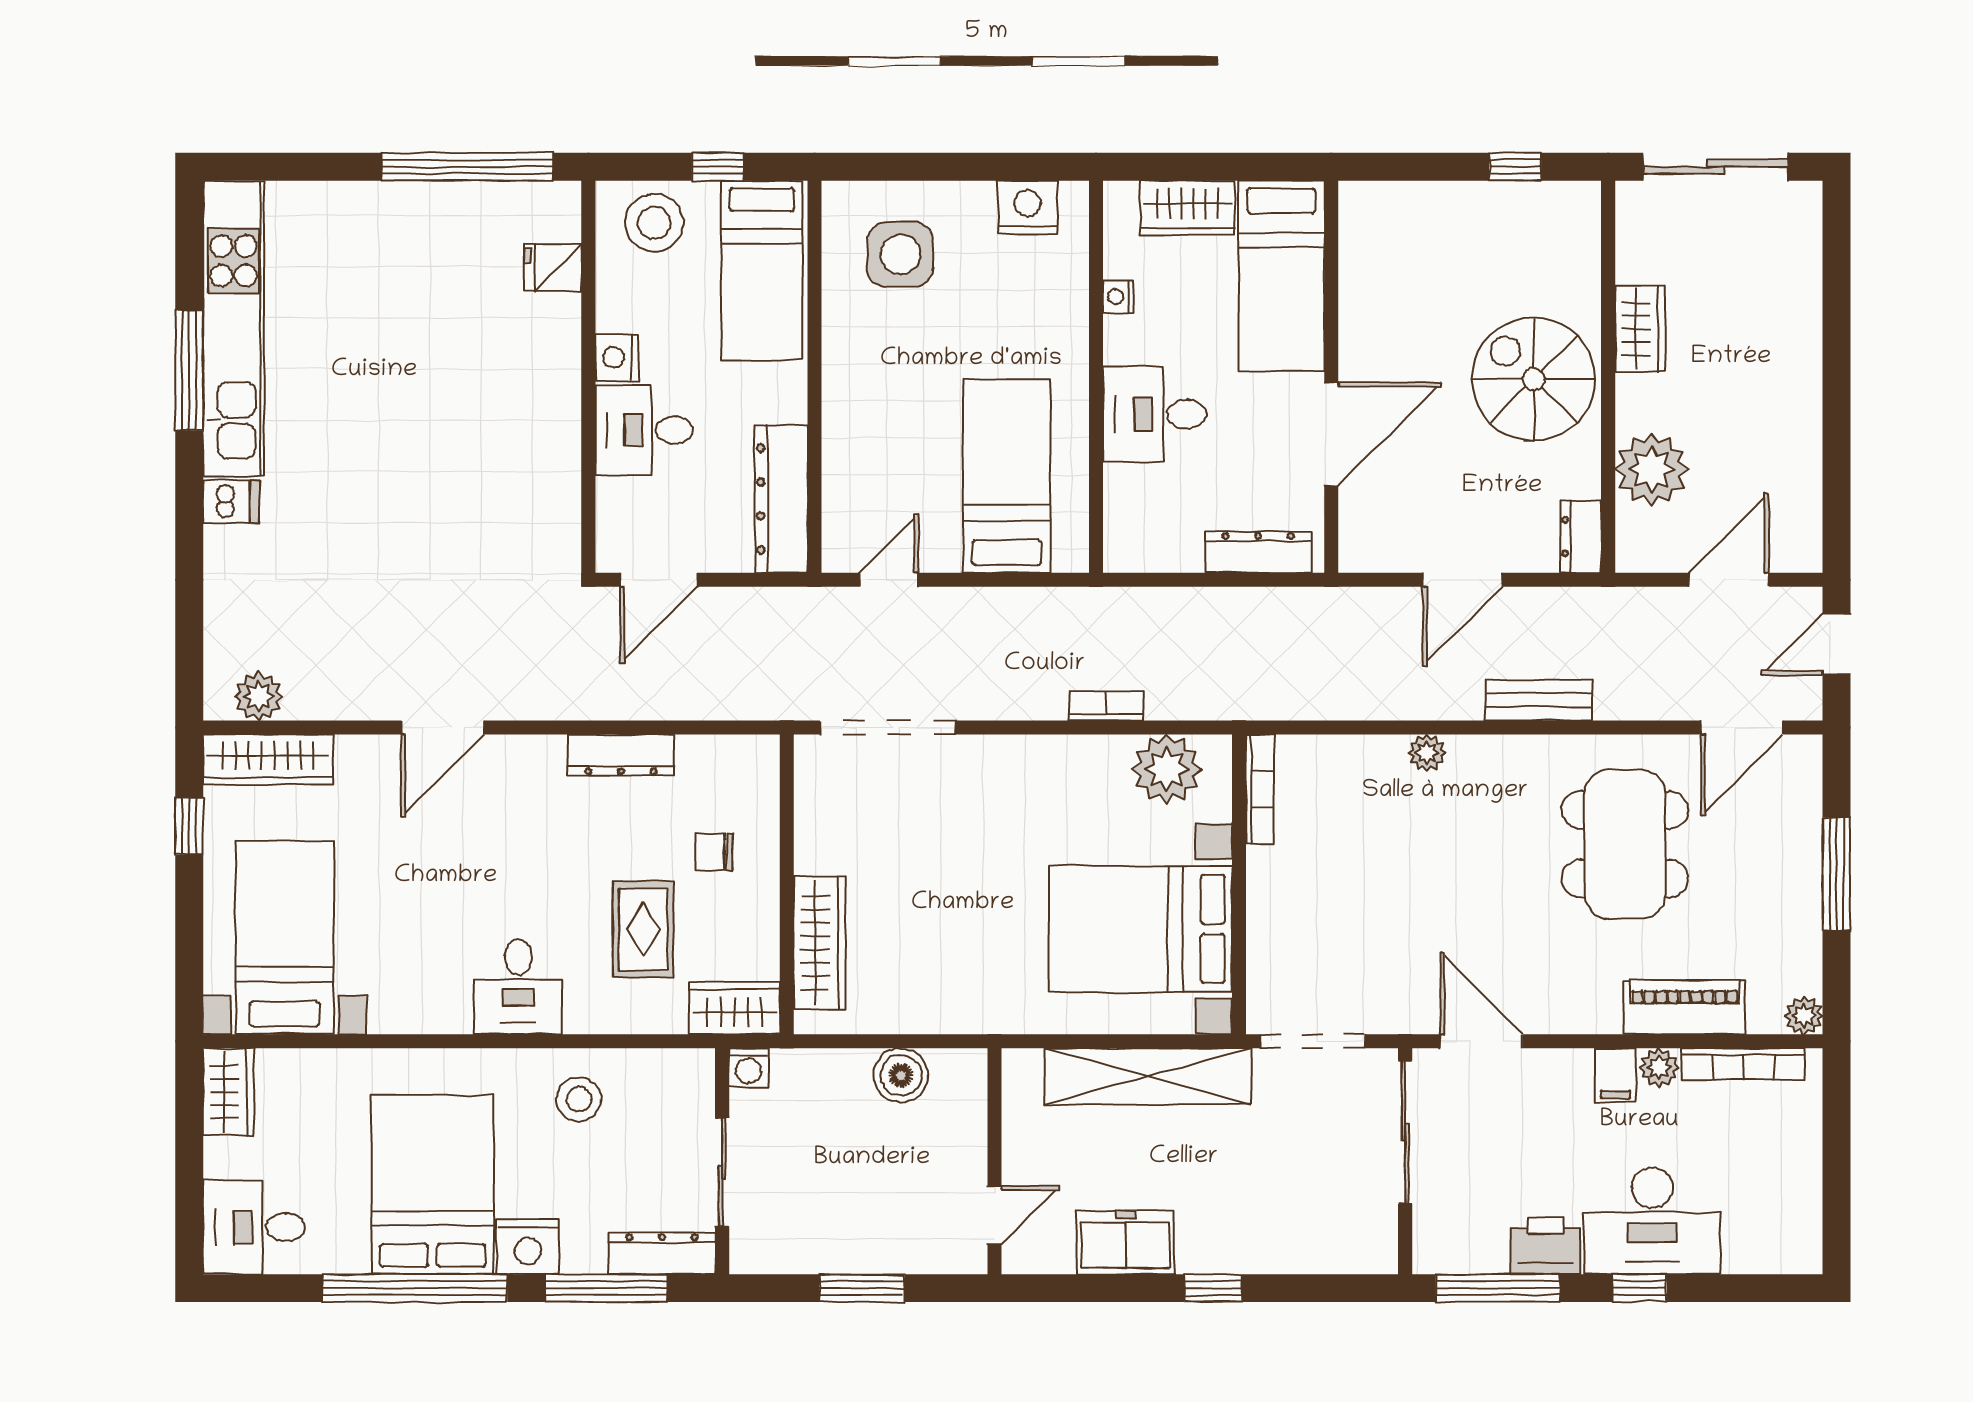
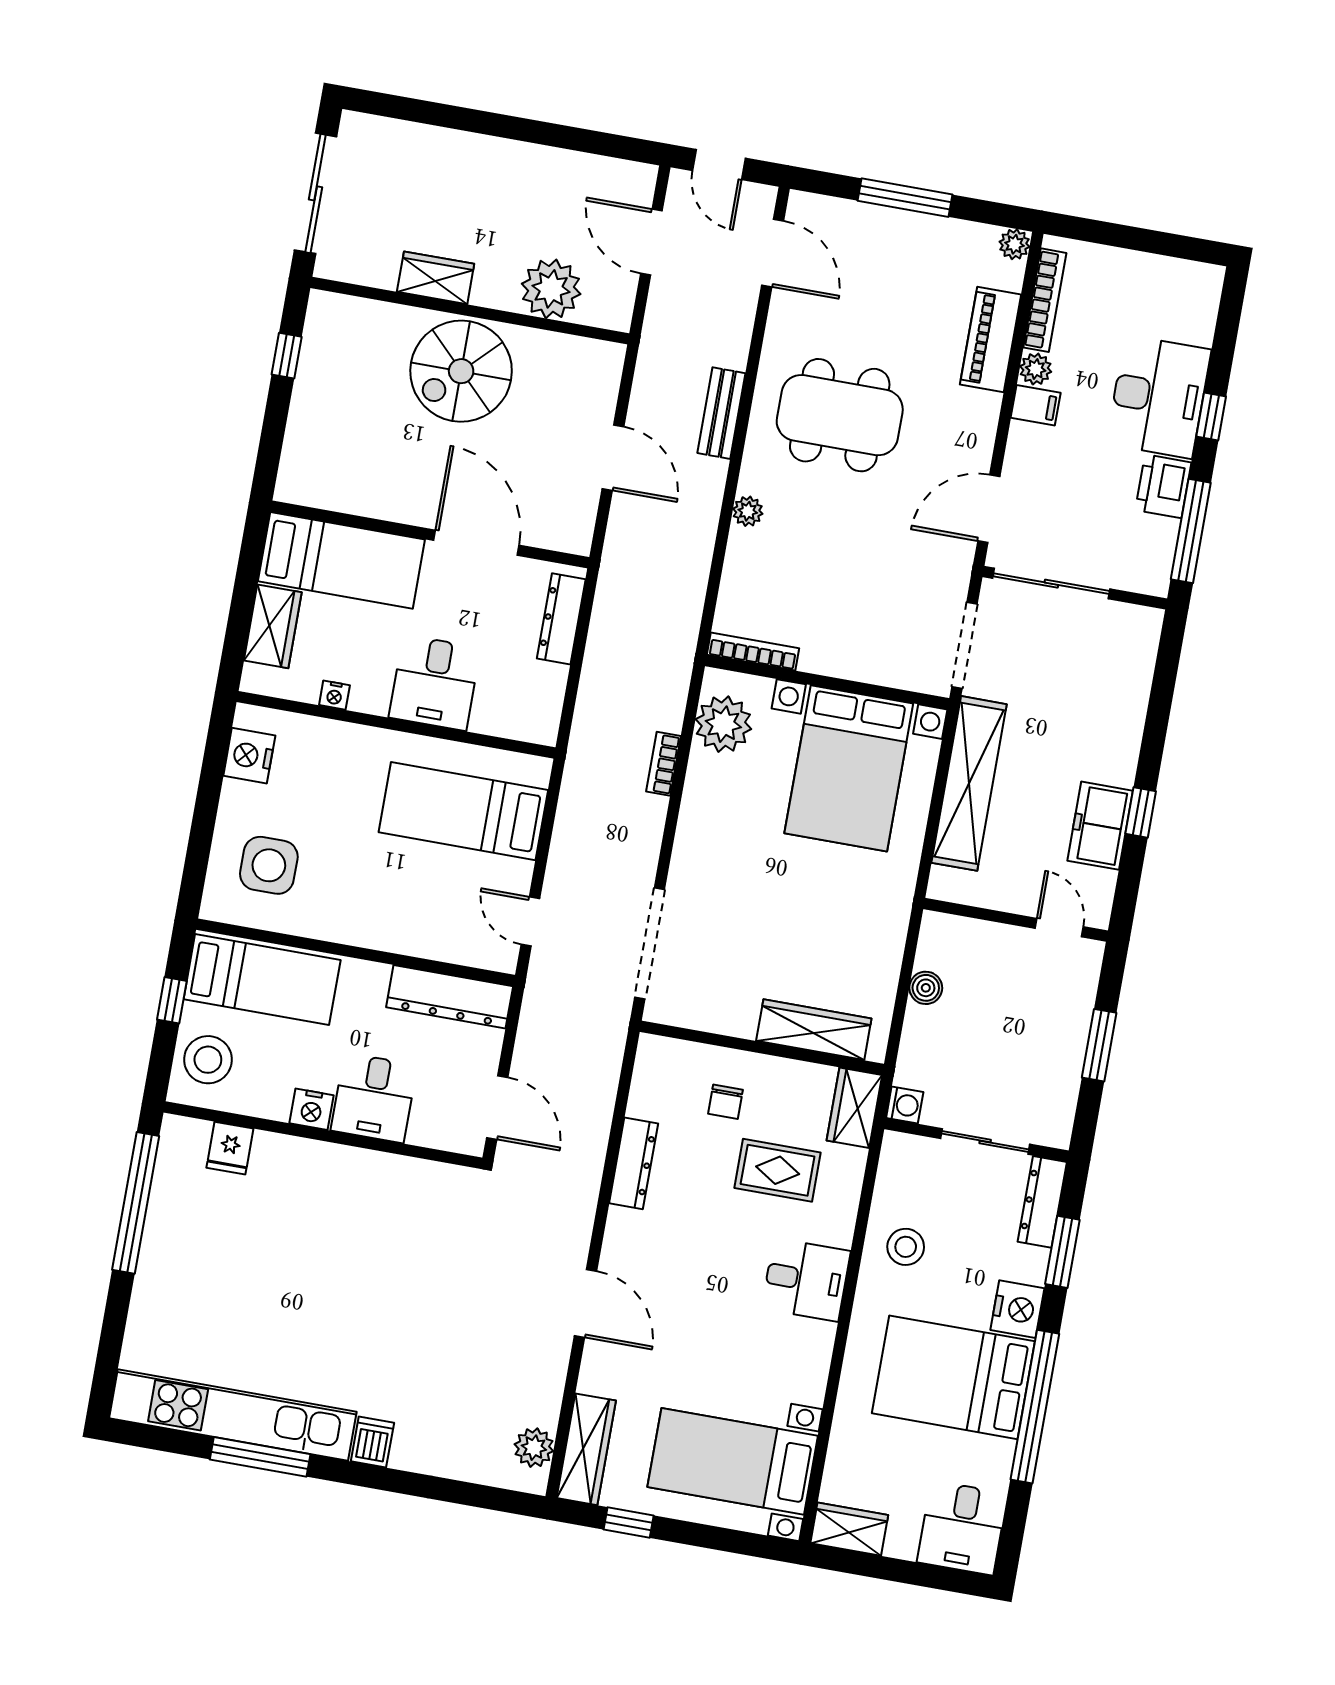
dresser: (1581, 537) -> (595, 356), removed
dining table: (1625, 844) -> (840, 415), moved
boiler: (901, 1075) -> (926, 988), width x0.73, depth x0.73
window: (606, 1288) -> (1062, 1252), width x0.69
window: (1213, 1288) -> (1141, 812), moved

